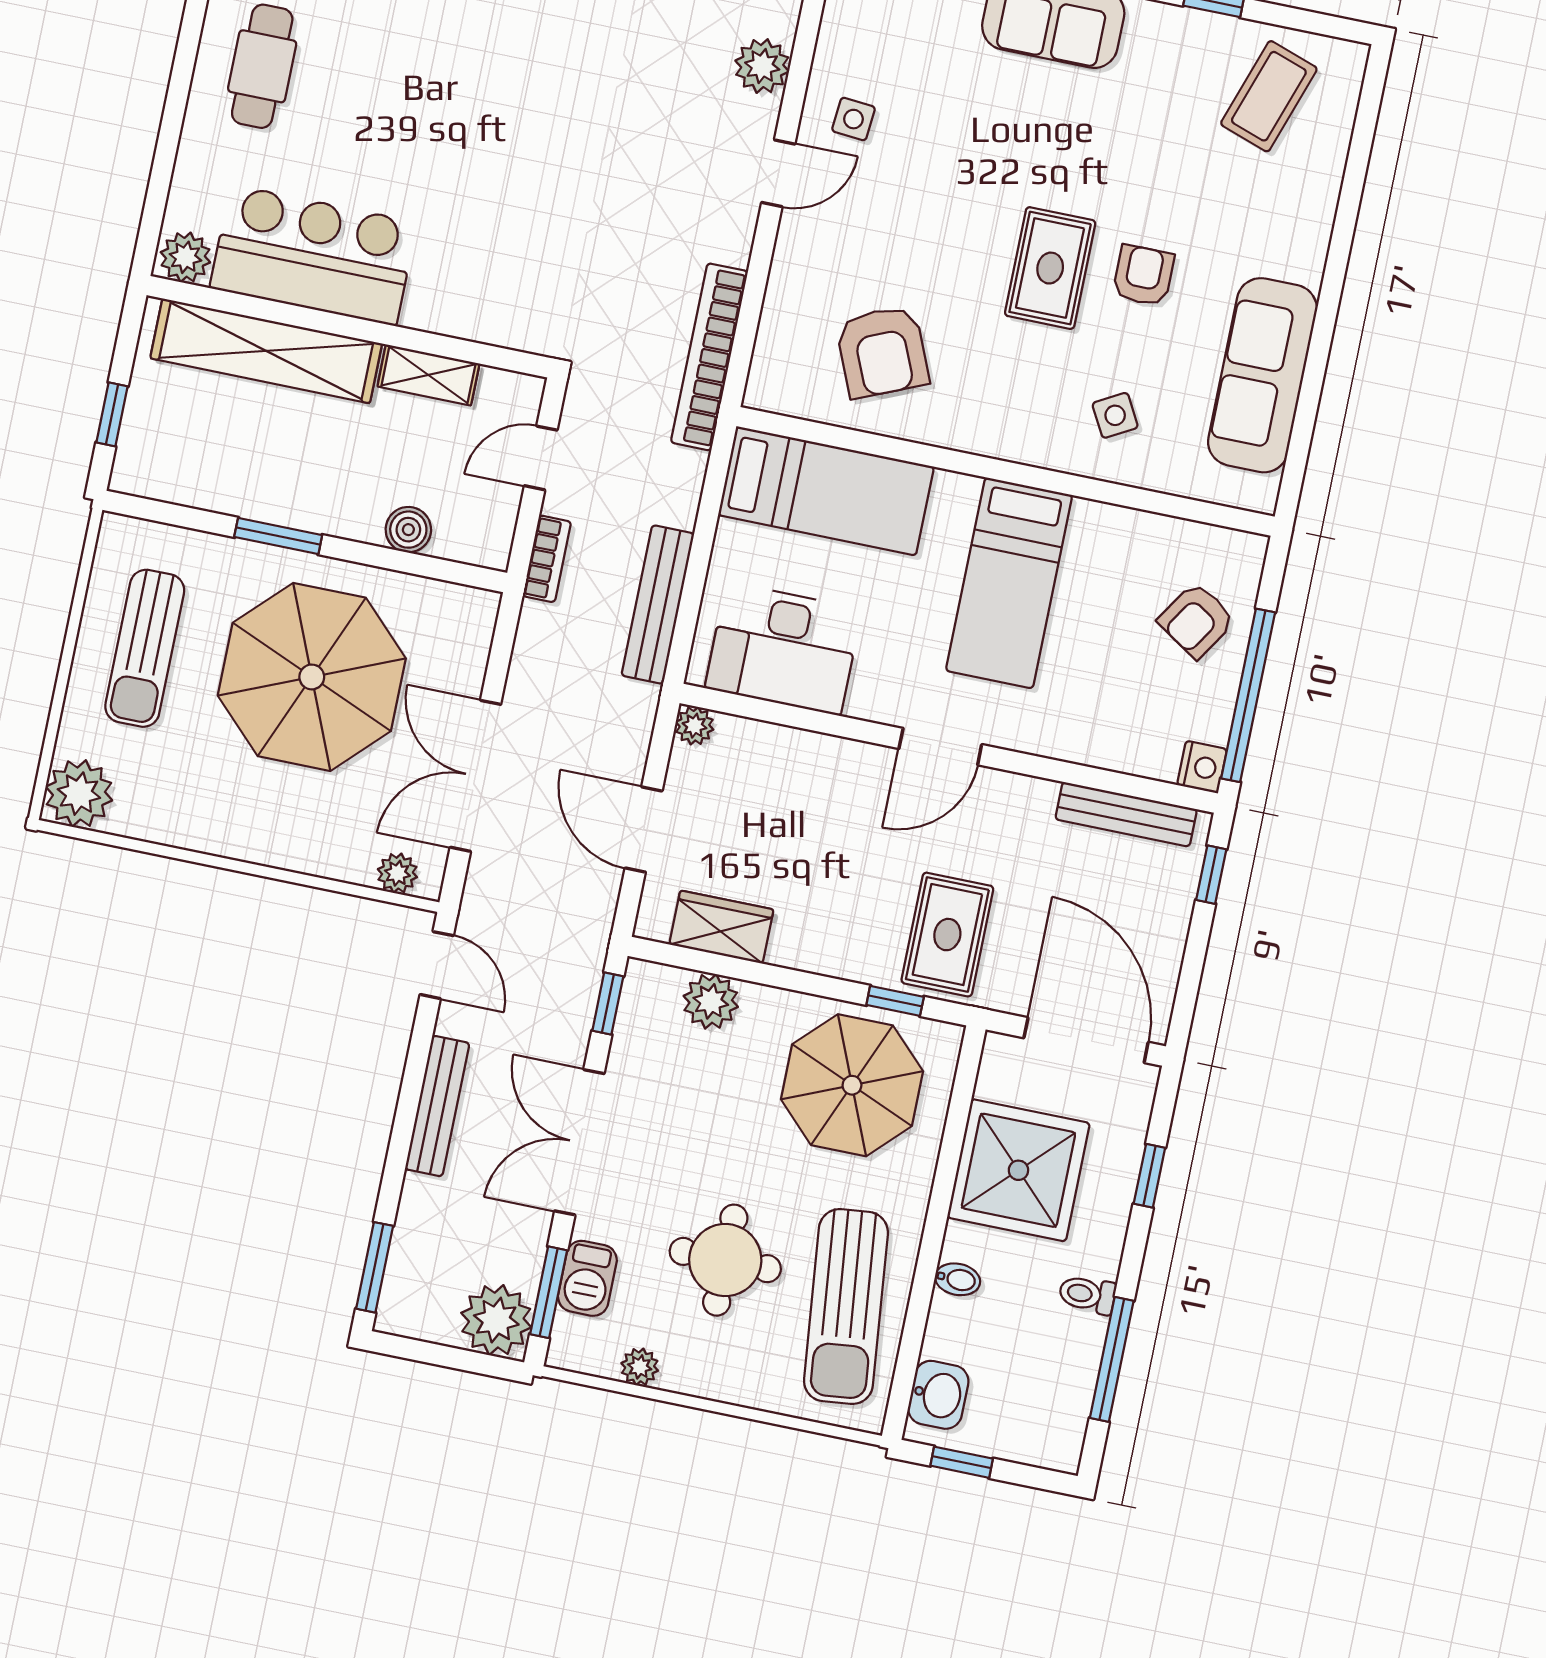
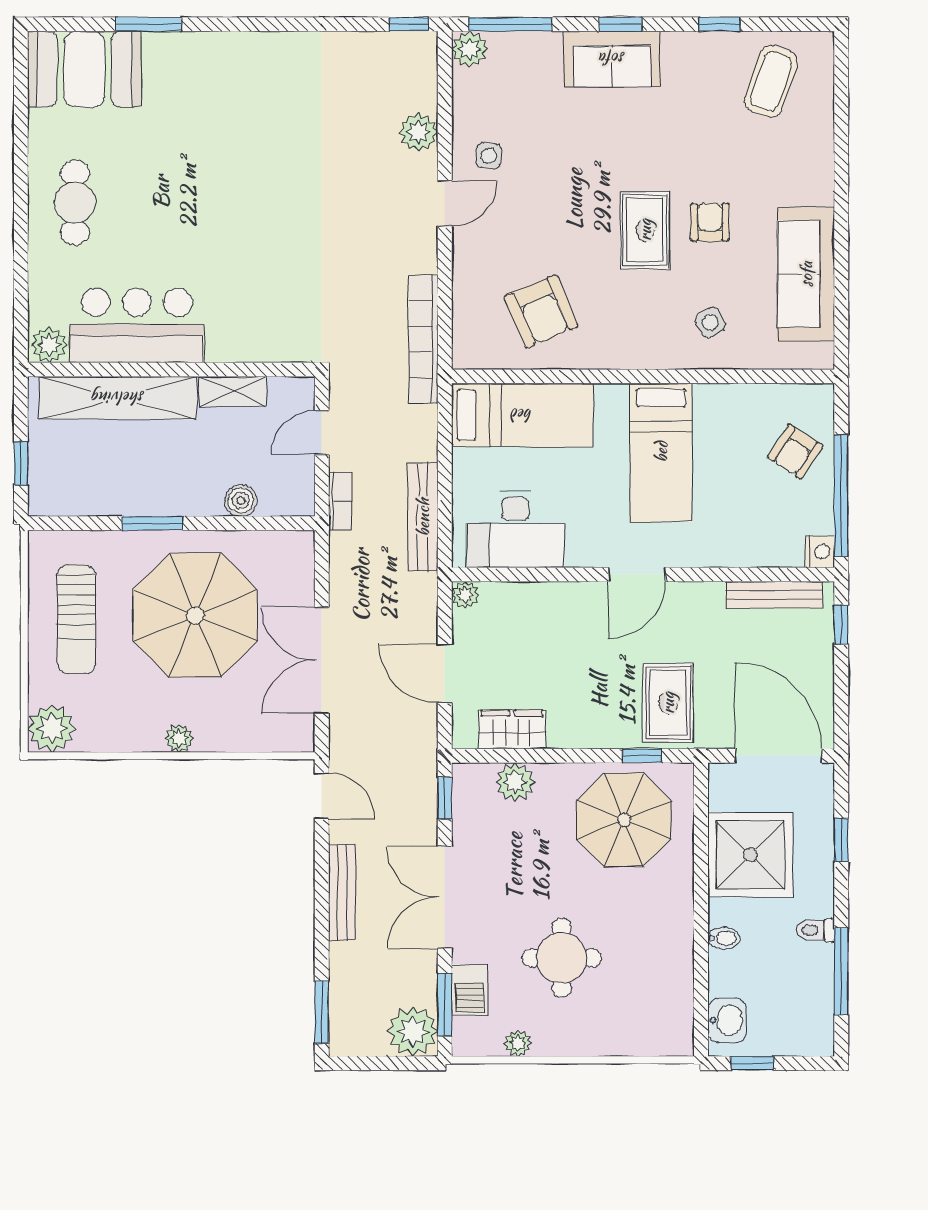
plant: (397, 873) -> (179, 738), moved
sun lounger: (846, 1307) -> (651, 973), removed

